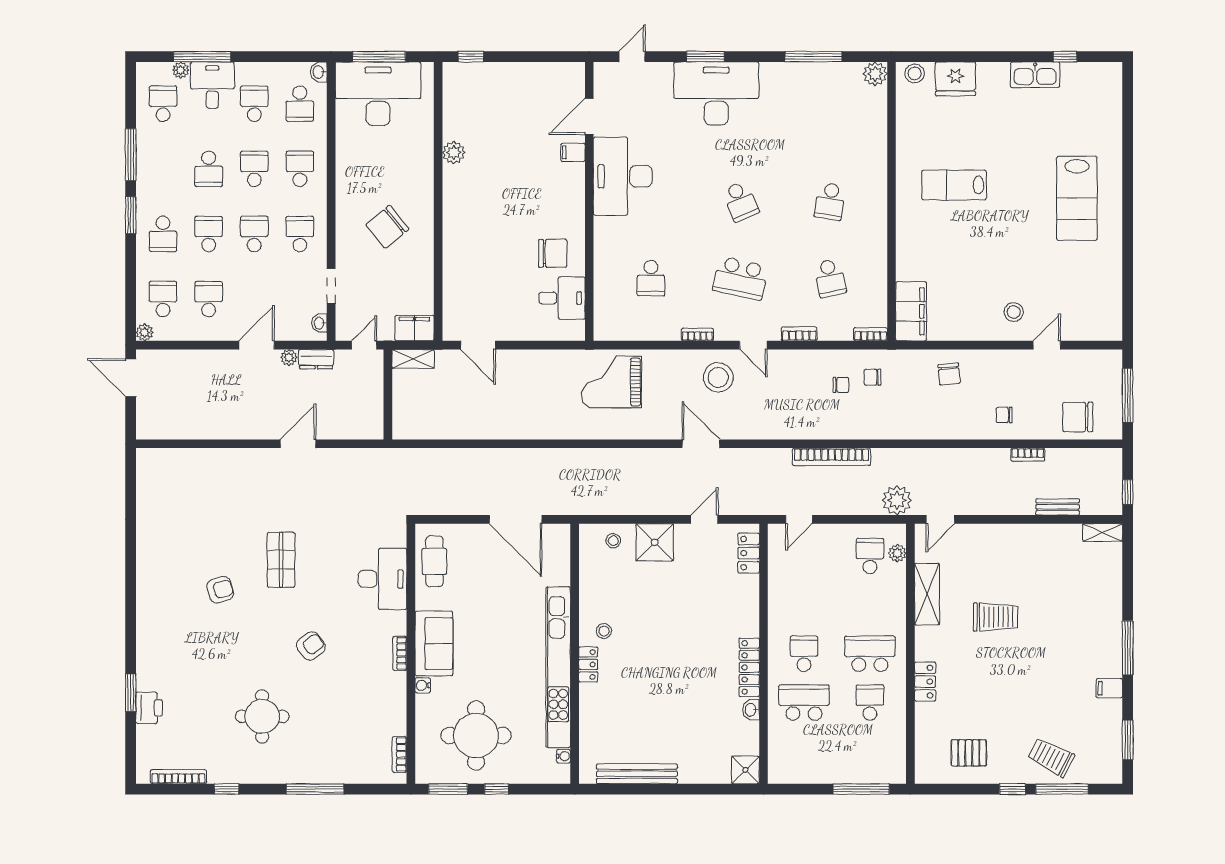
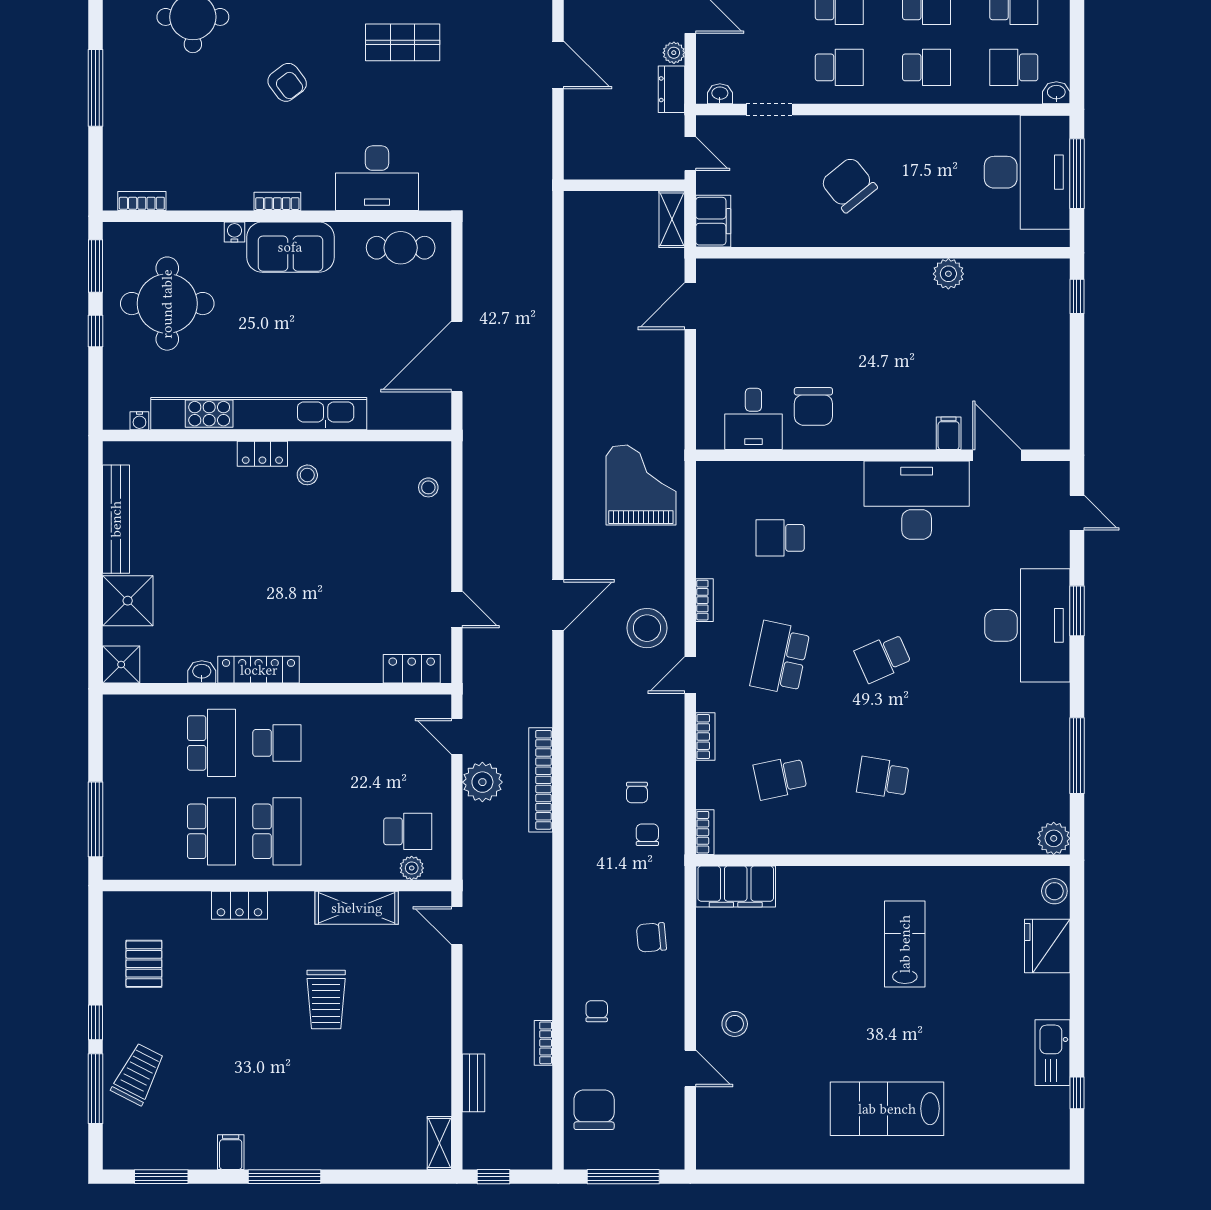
plant: (897, 500) -> (482, 782), moved
shower: (655, 542) -> (128, 601), moved
school desk: (870, 703) -> (211, 831), width x1.85

